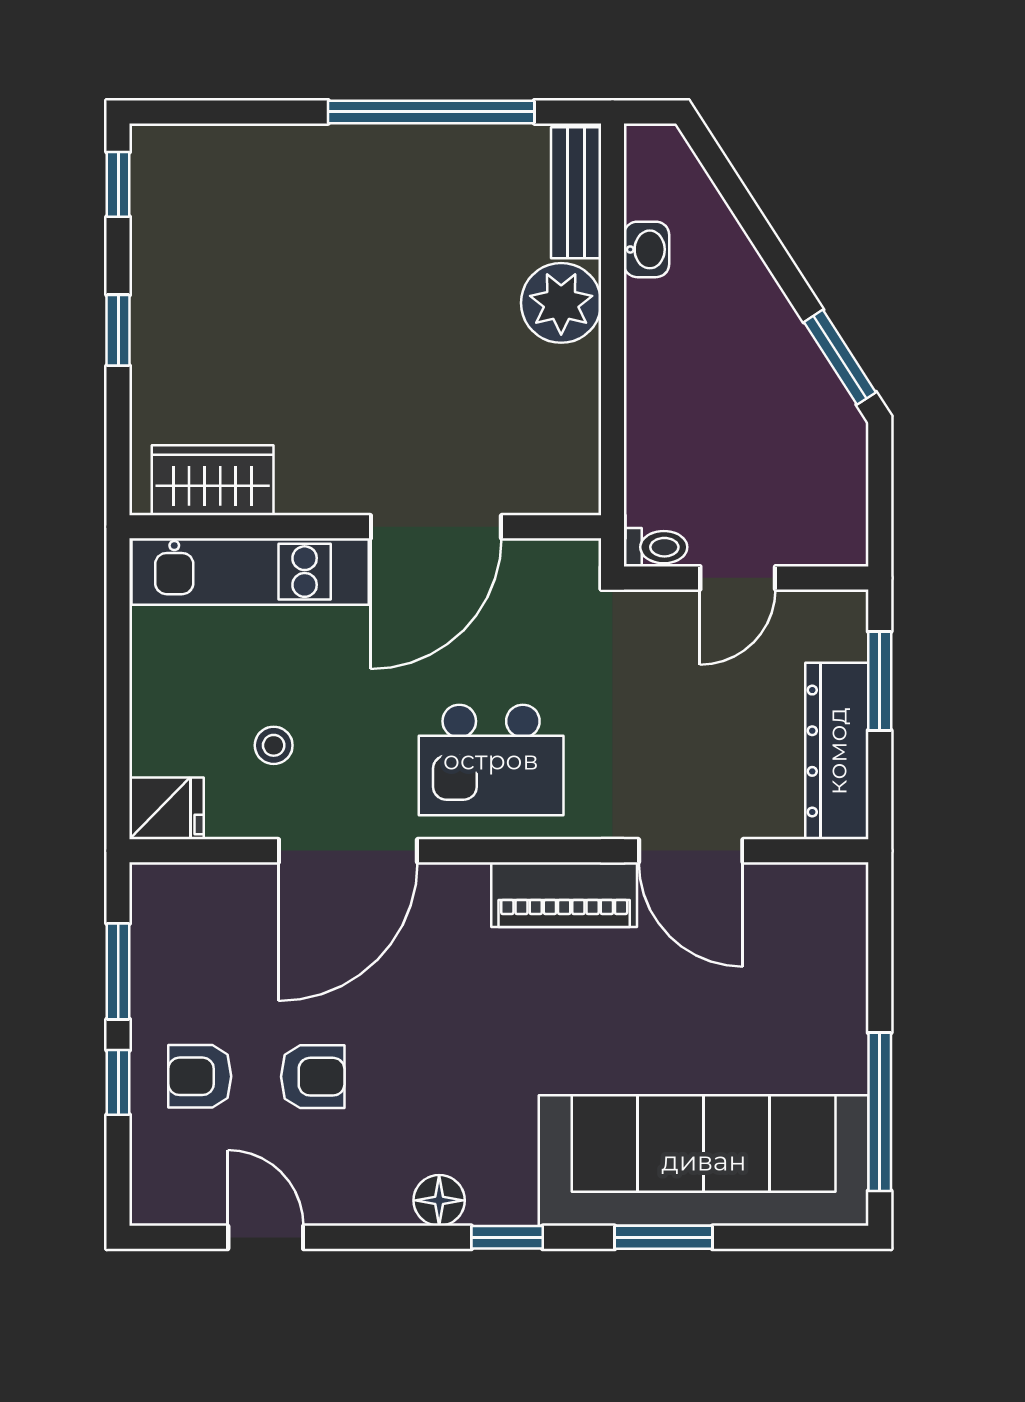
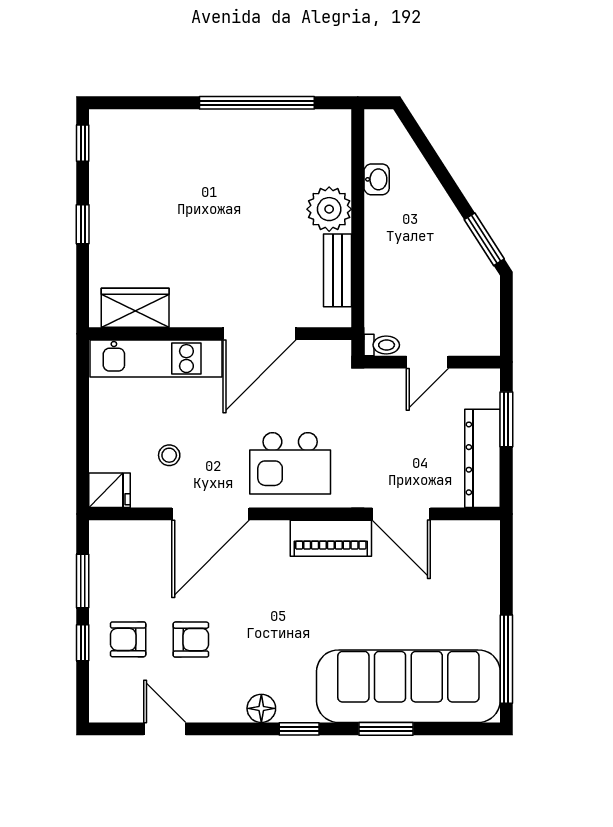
bench: (576, 193) -> (337, 270), moved

